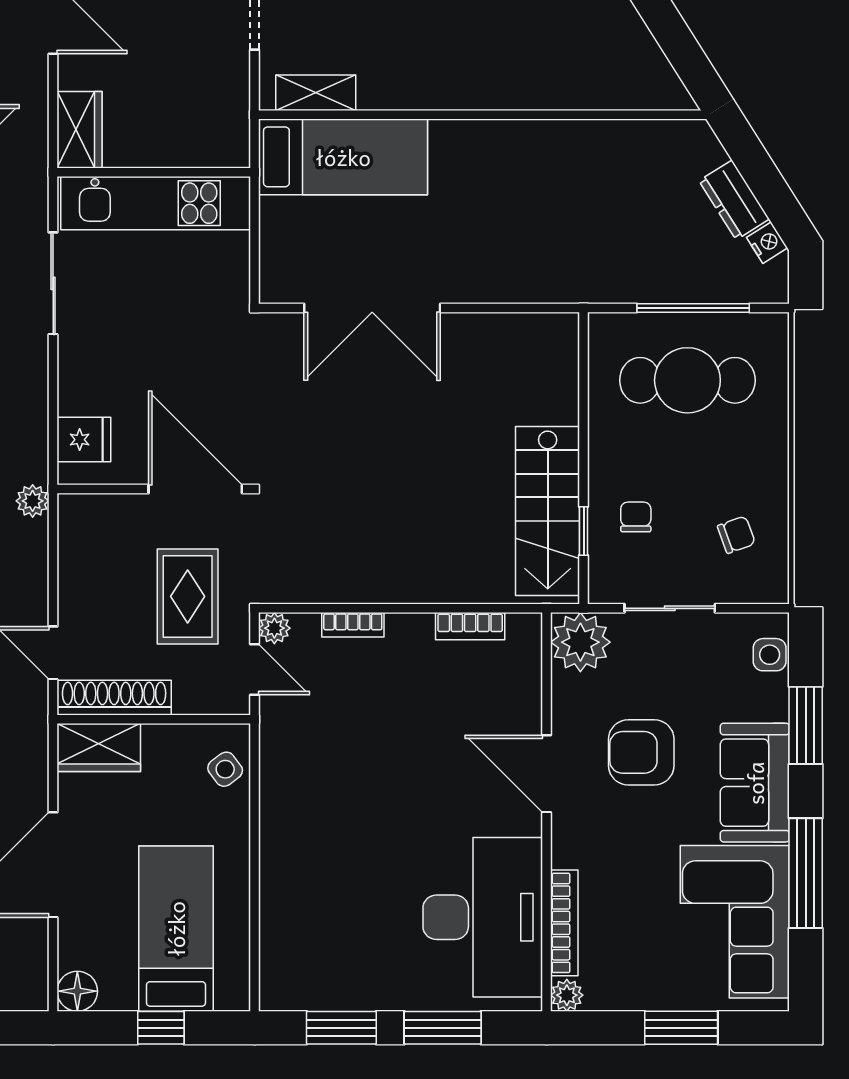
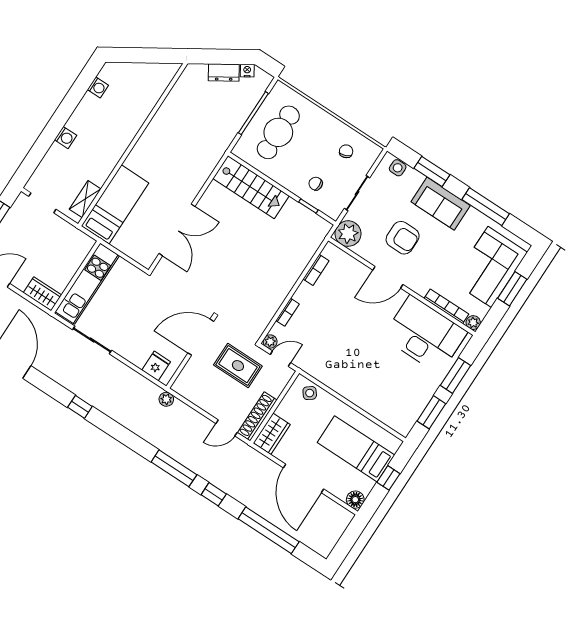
stairs: (548, 511) -> (251, 187), moved
armchair: (641, 752) -> (403, 238), turned -90
corner sofa: (735, 922) -> (490, 267), moved, turned 90

